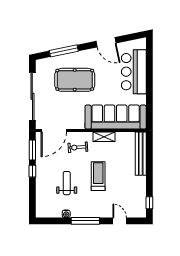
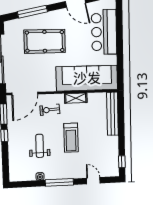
treadmill: (98, 176) -> (71, 138), turned 180

